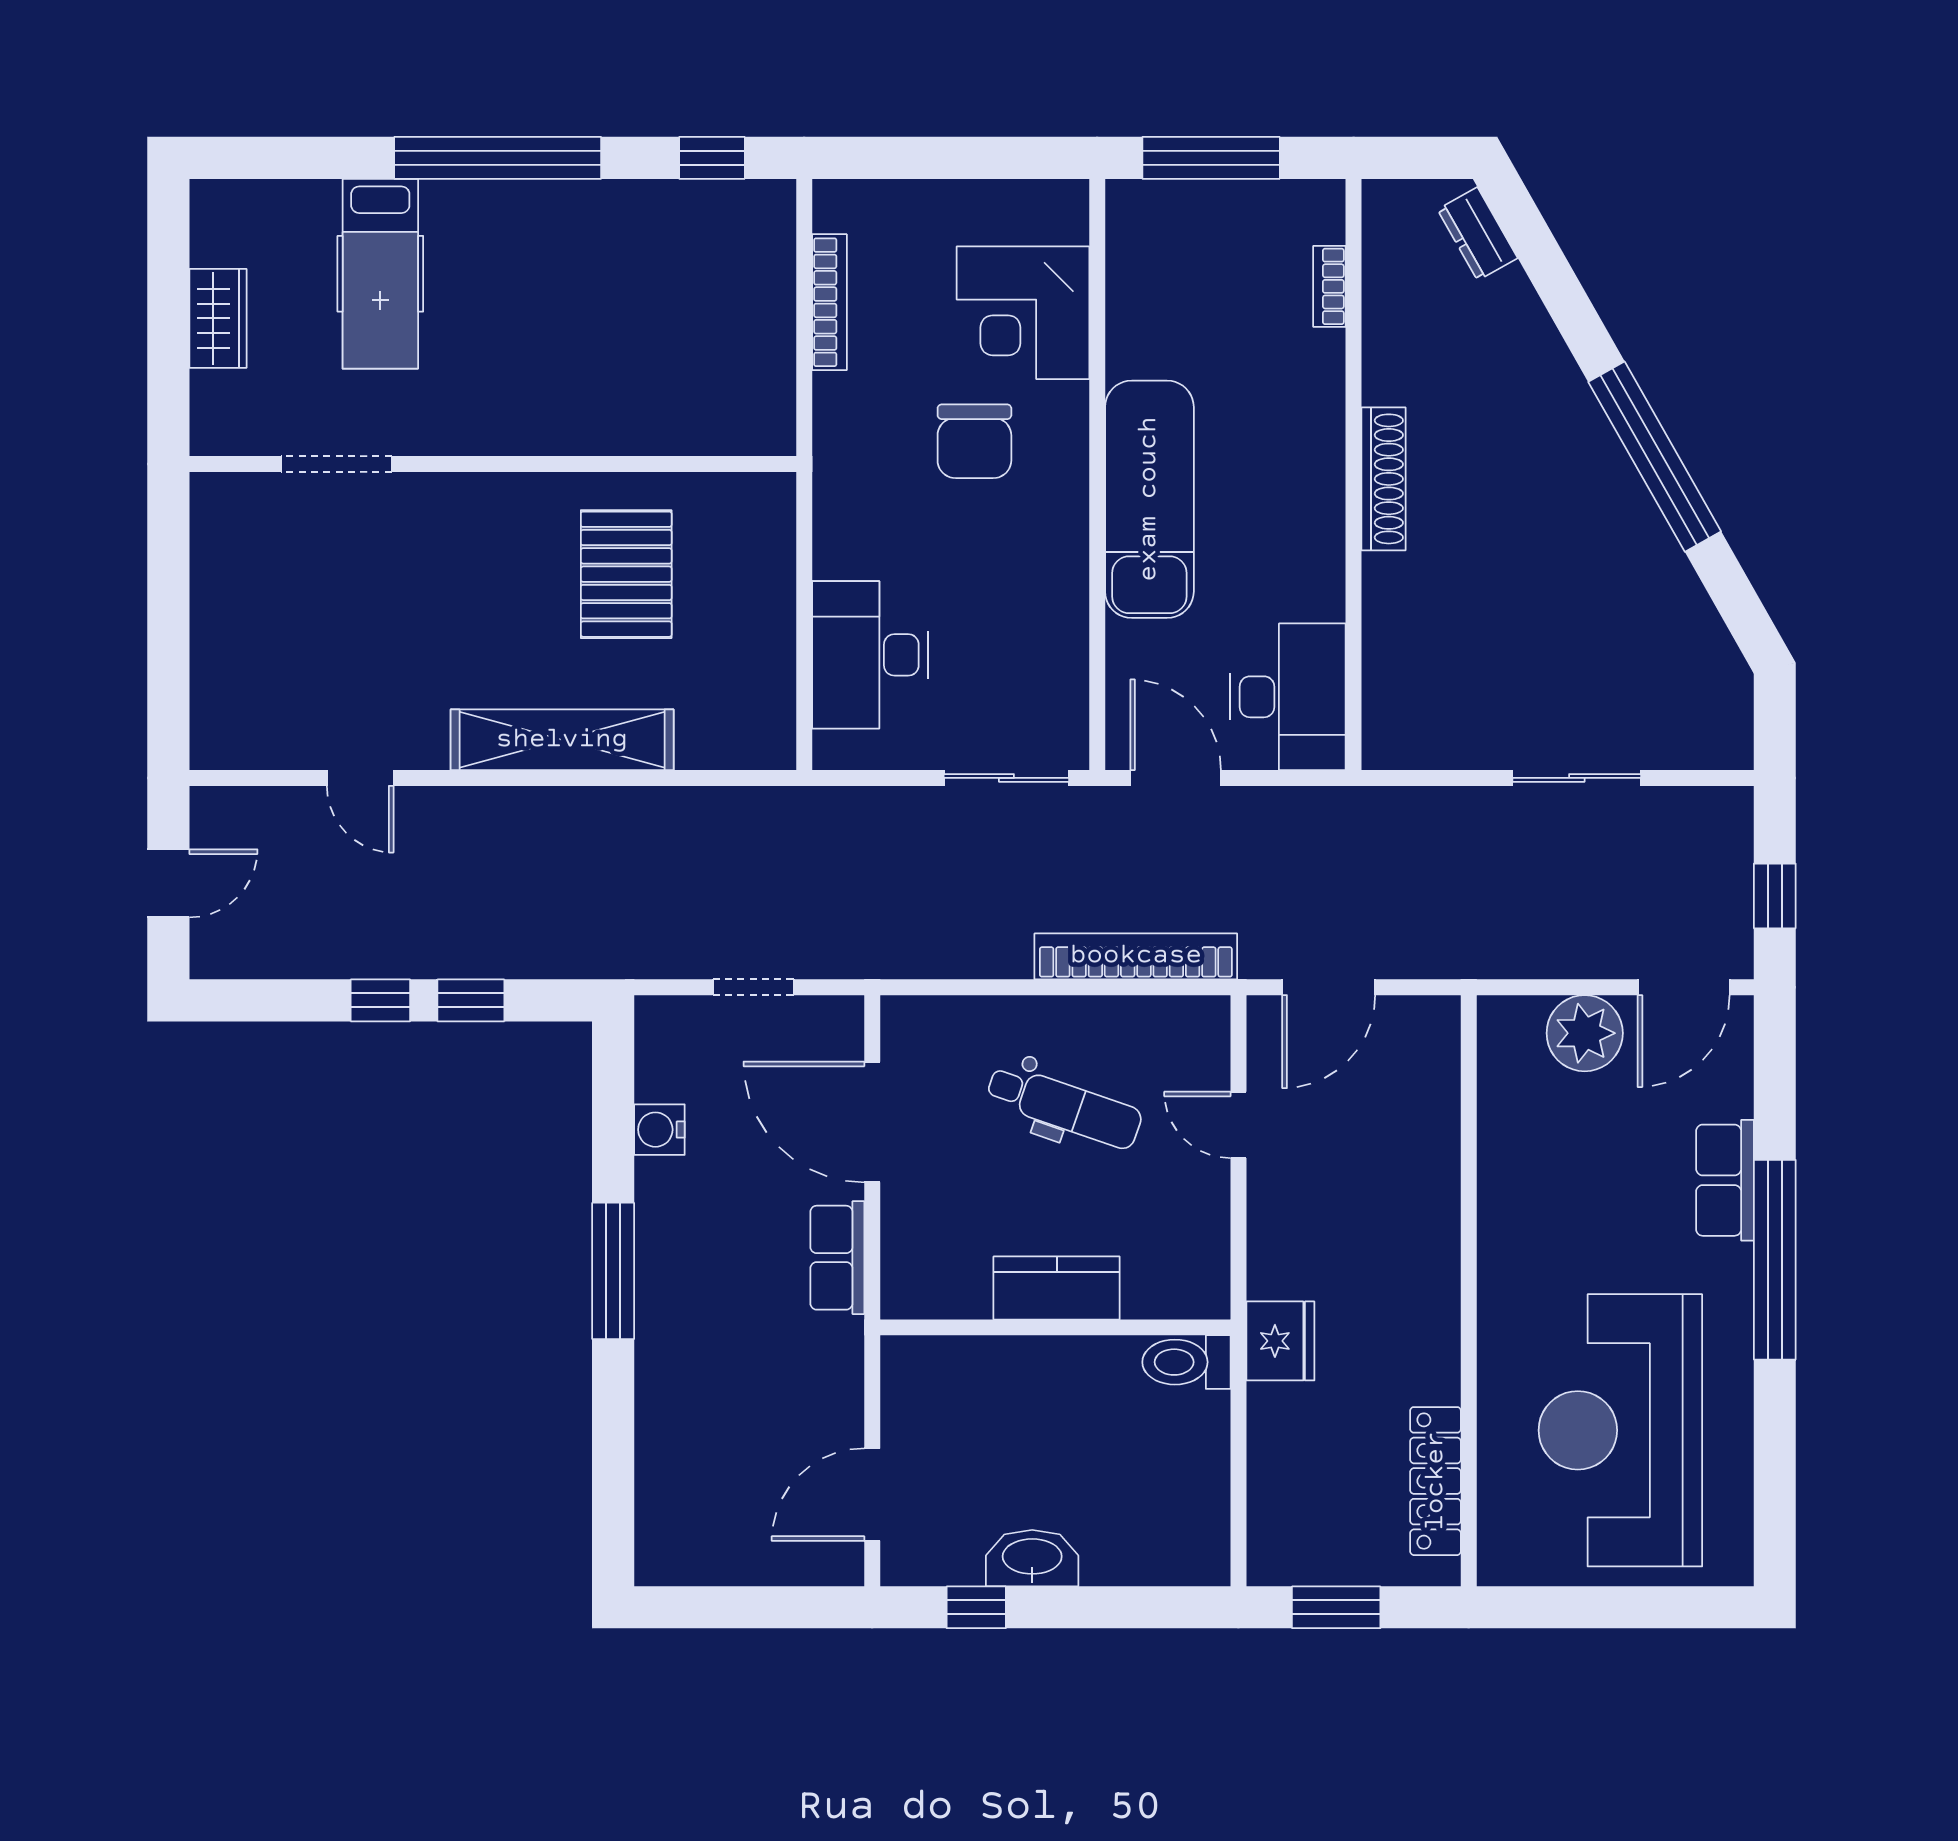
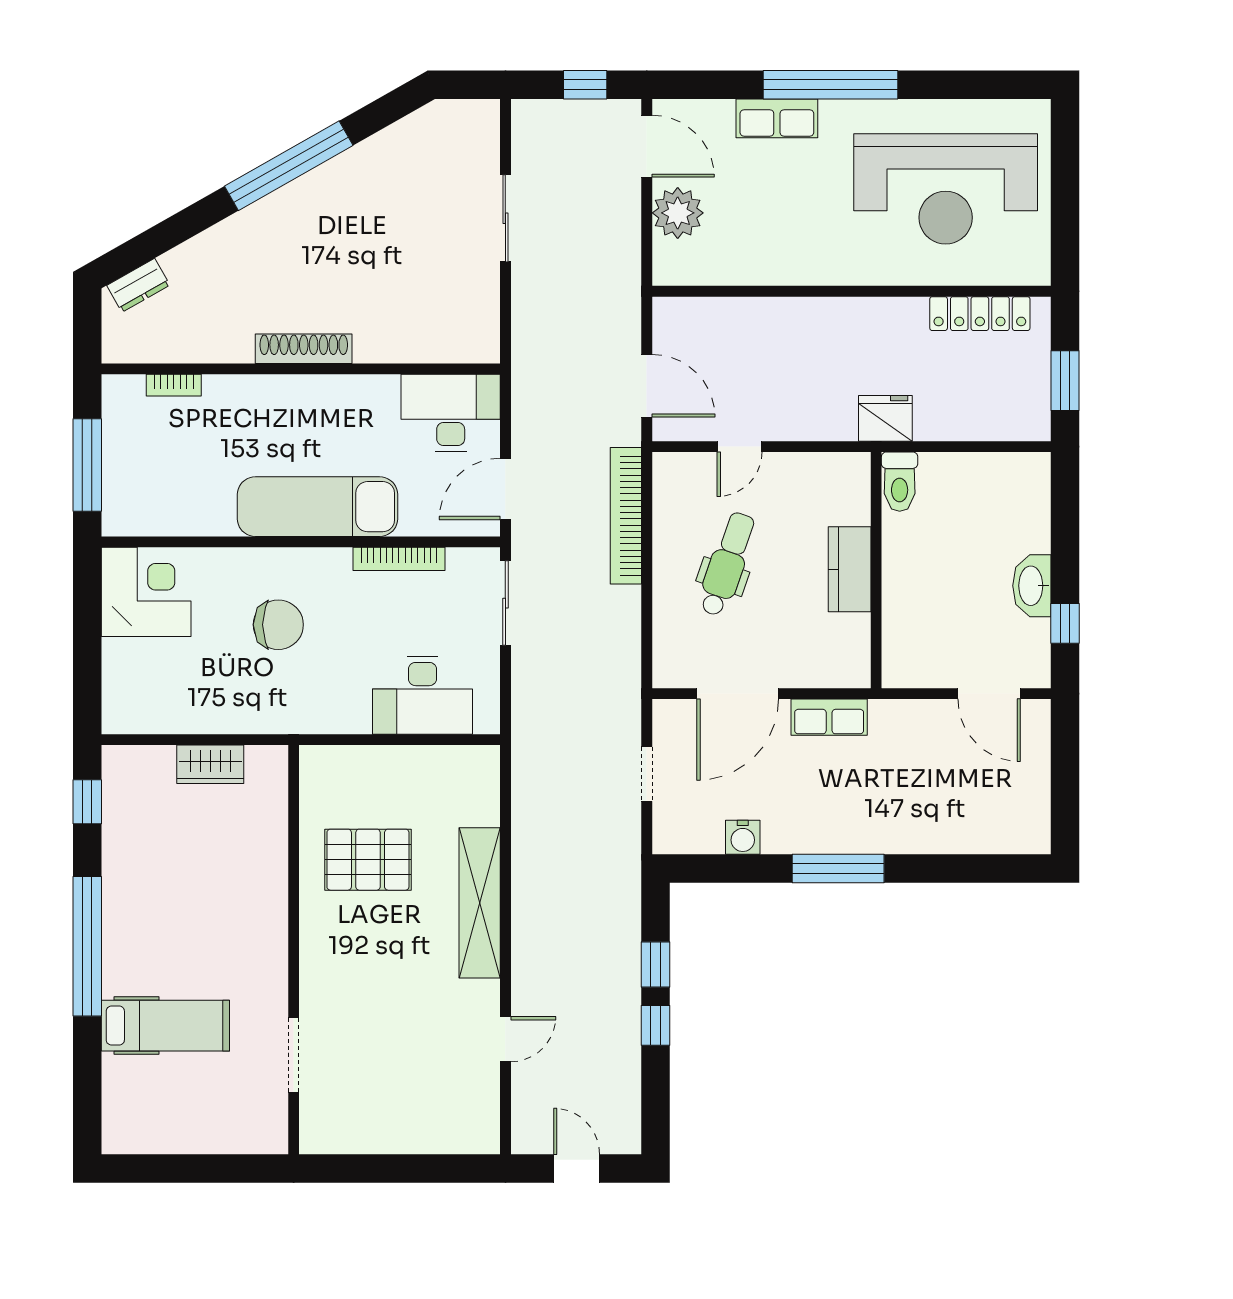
bookcase: (829, 302) -> (399, 559), moved, turned 180
corner desk: (1023, 313) -> (146, 592), moved, turned -90
wardrobe: (218, 318) -> (210, 764), moved, turned 180

